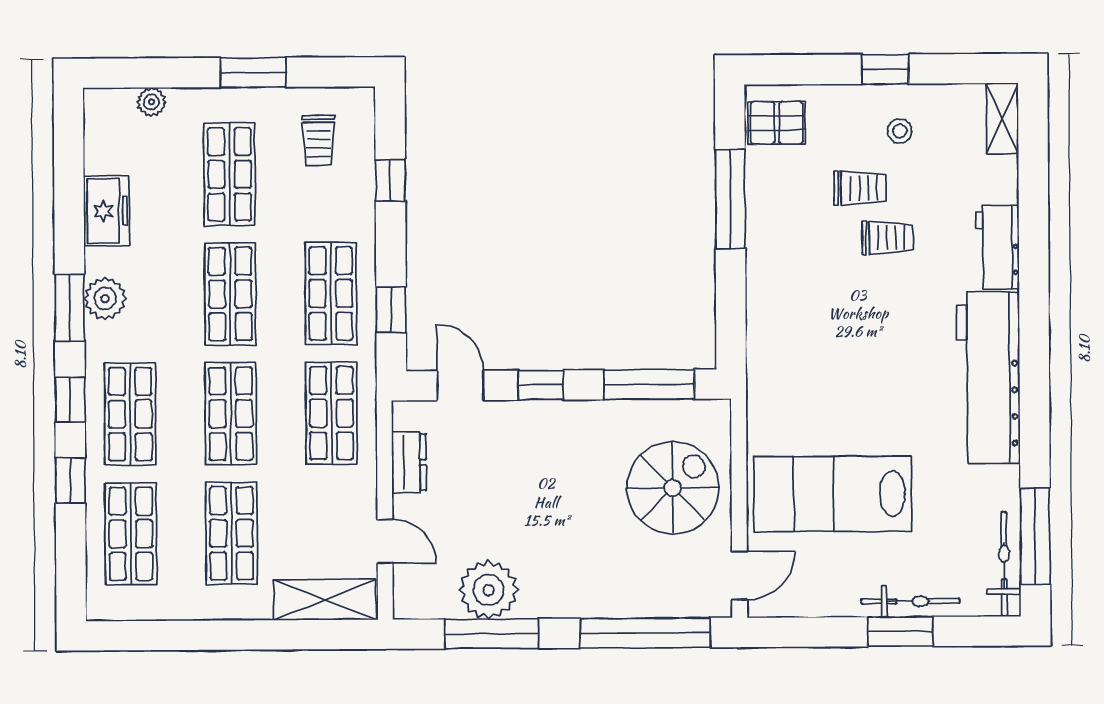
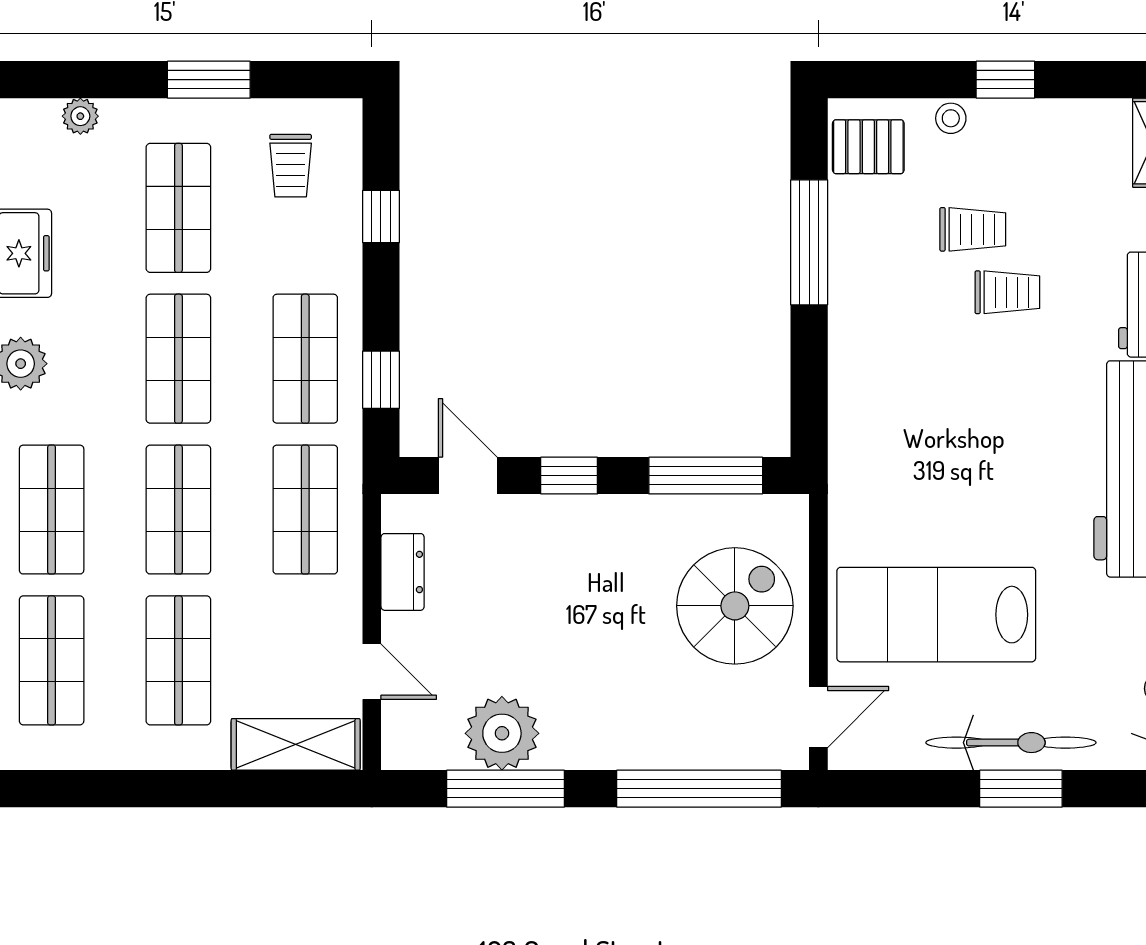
stool: (900, 131) -> (951, 118), moved
bicycle: (911, 601) -> (1011, 743), width x1.37, depth x1.40

